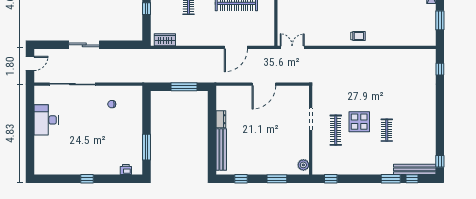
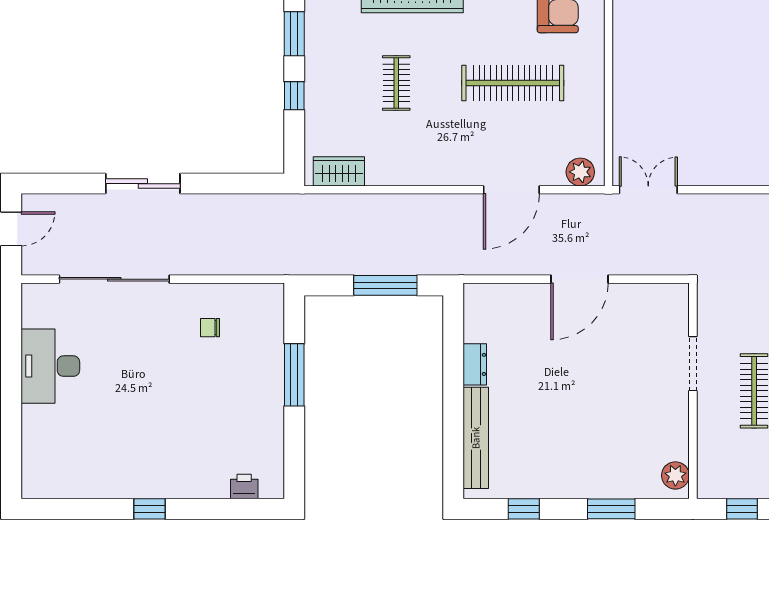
plant: (264, 40) -> (580, 172), added
window: (147, 147) -> (294, 375), moved

